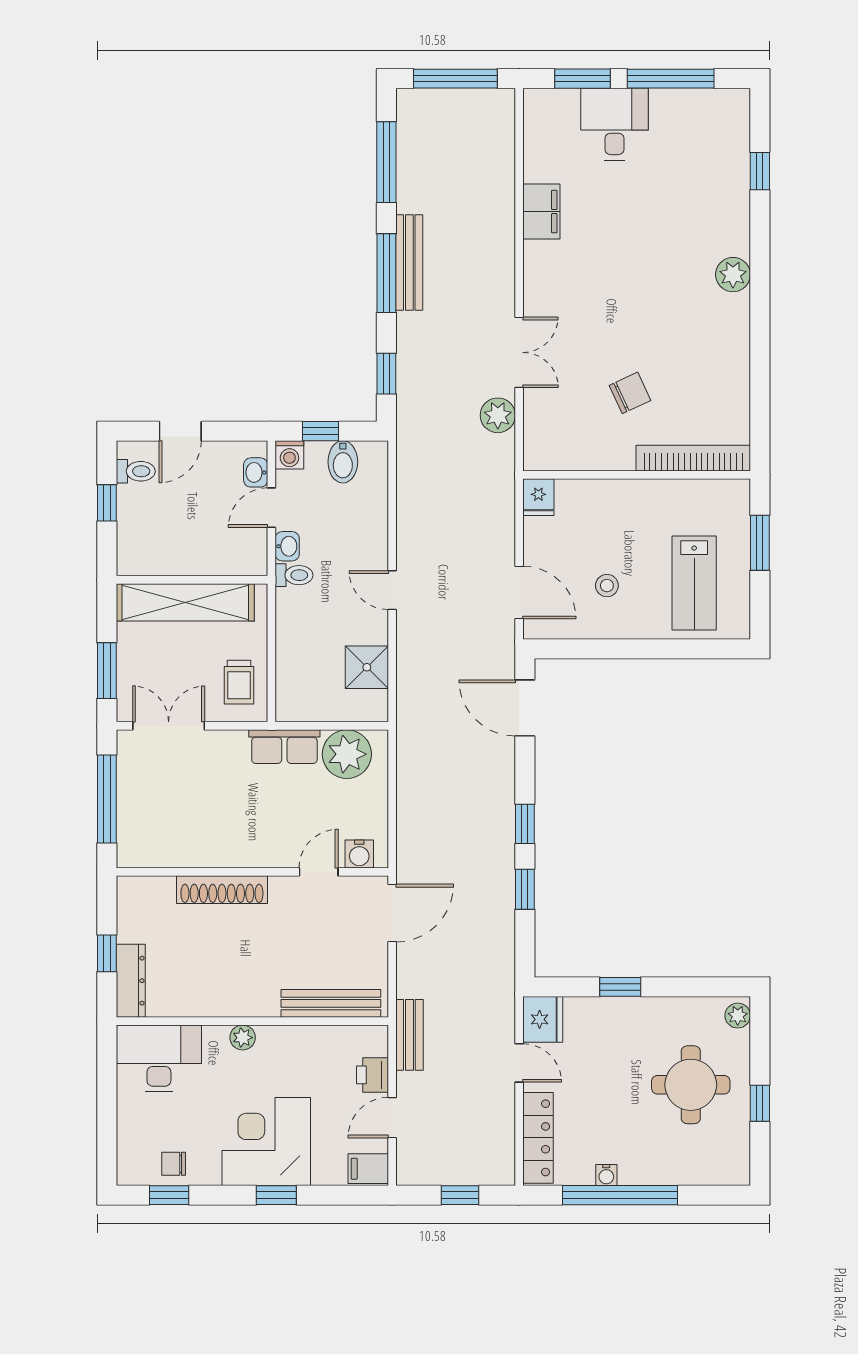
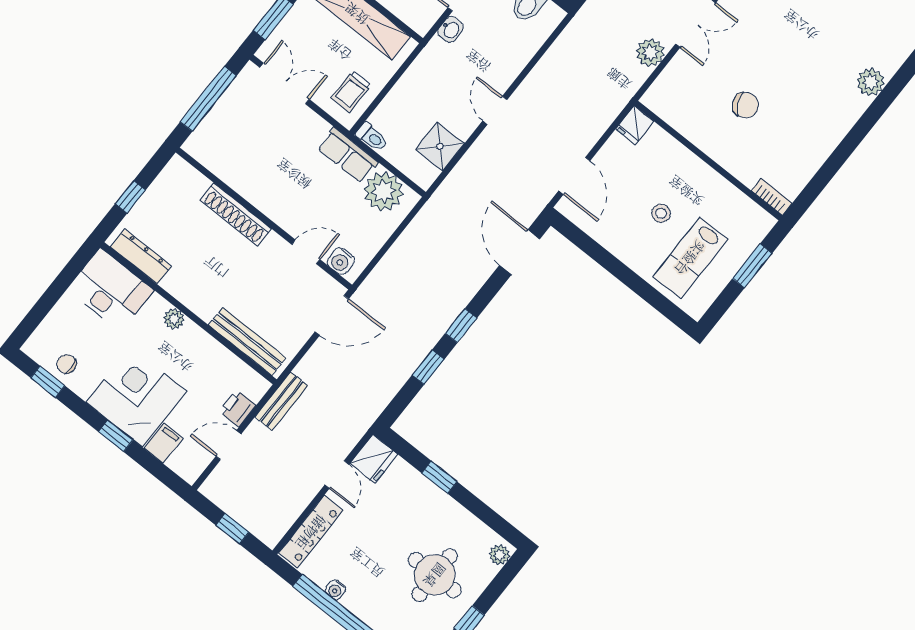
bookcase: (693, 458) -> (772, 197), width x0.43, depth x0.76
toilet: (294, 575) -> (372, 137), moved
stool: (607, 586) -> (661, 213), moved
dresser: (131, 981) -> (141, 256), moved, turned -90
filing cabinet: (368, 1169) -> (164, 443), moved, turned 90

